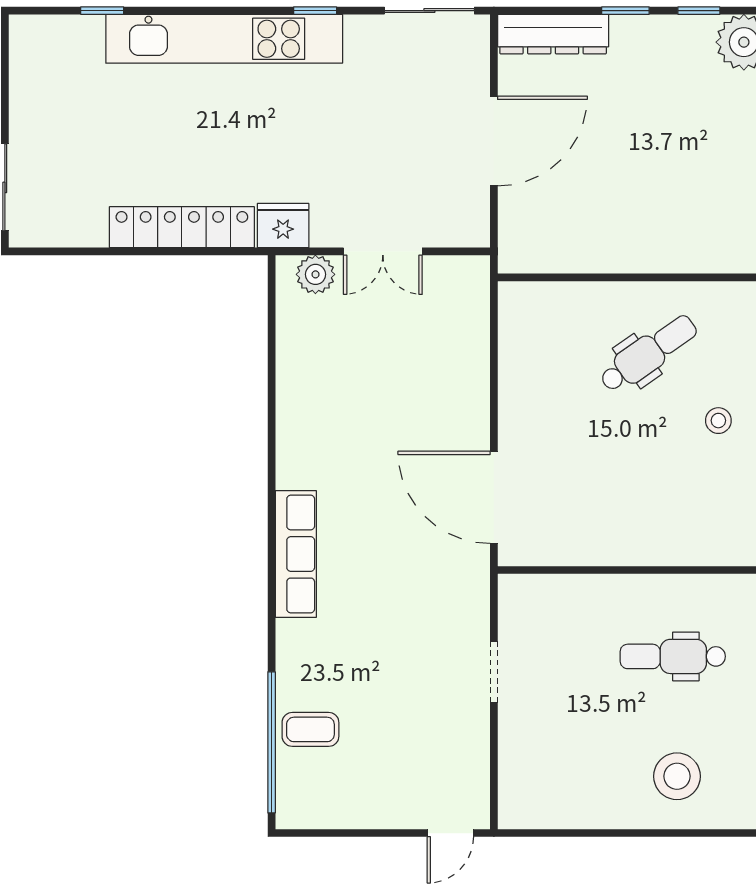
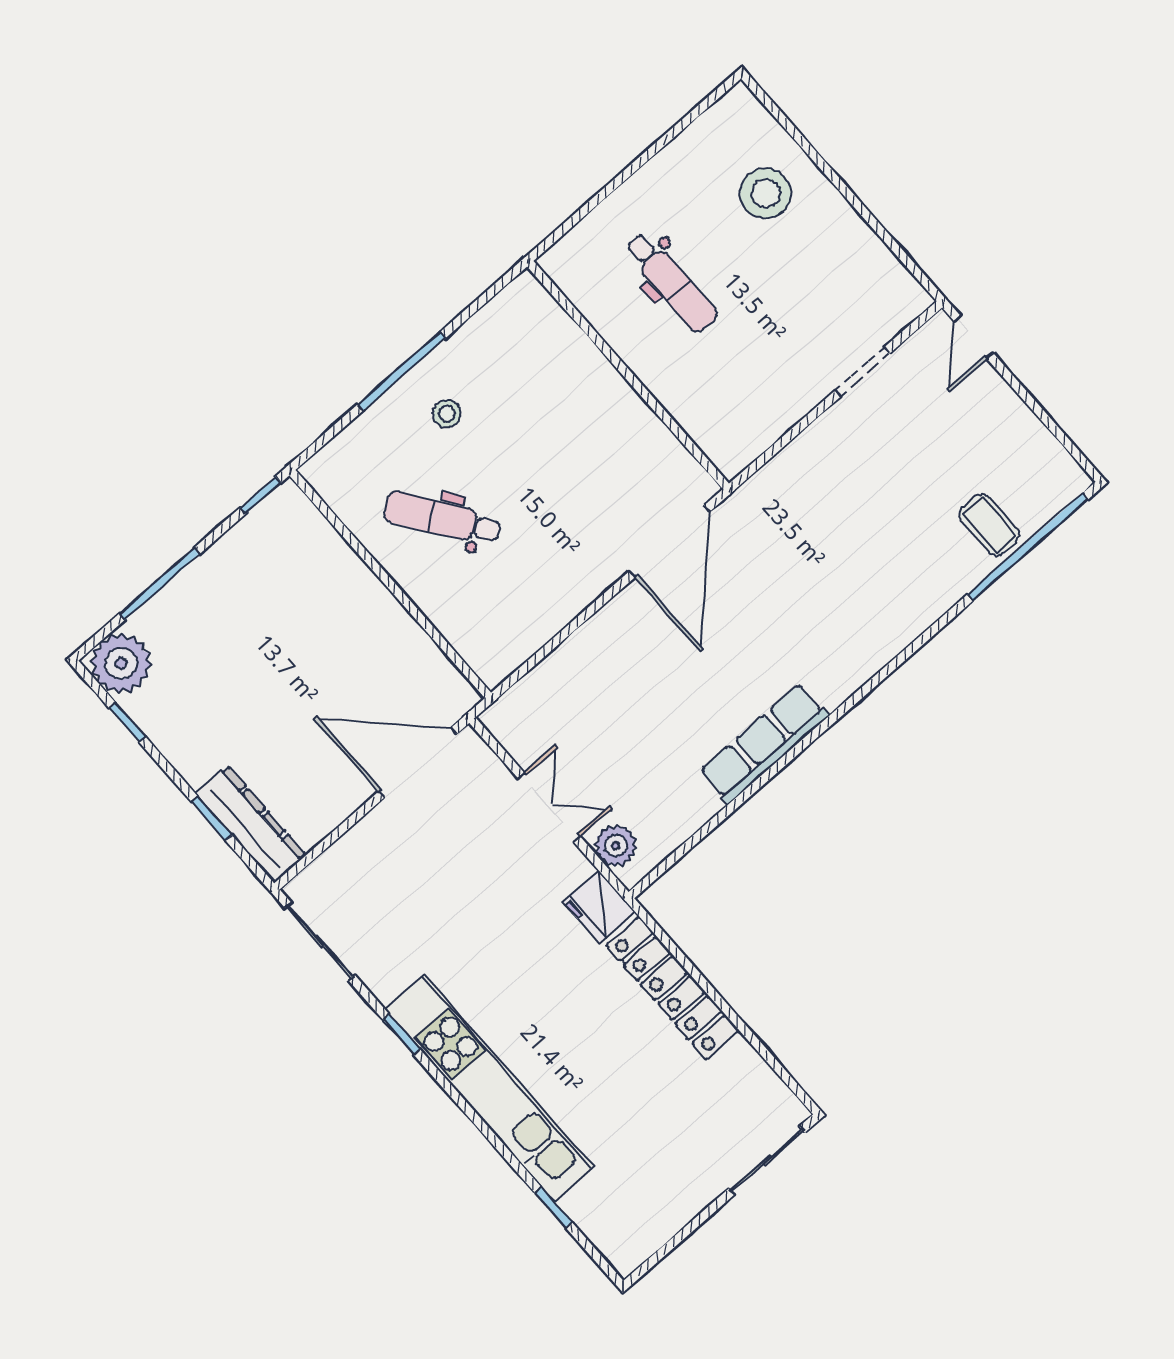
window: (625, 11) -> (212, 818), moved
door: (494, 141) -> (418, 763), moved
row of seats: (296, 554) -> (764, 744), moved
doorway: (494, 672) -> (862, 372), moved
door: (450, 833) -> (974, 337), swing flipped

